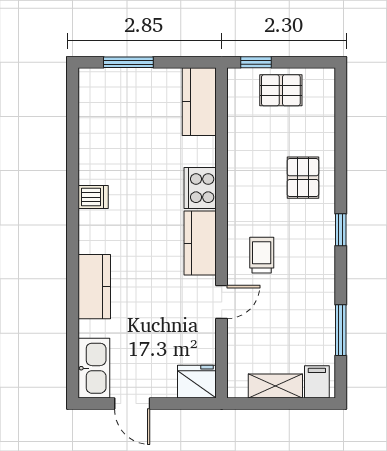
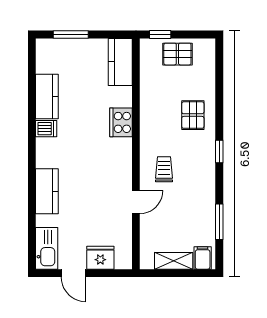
kitchen counter: (200, 243) -> (47, 97), moved, turned 180
fridge: (197, 382) -> (100, 258), moved

